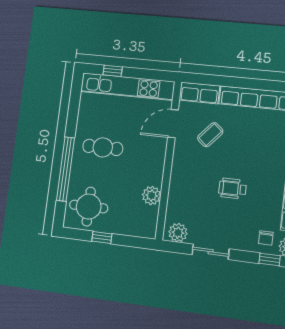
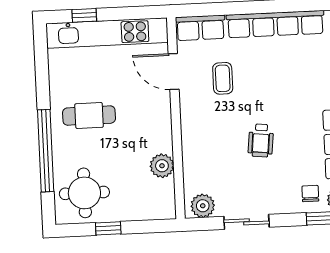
door: (173, 124) -> (174, 72), hinge flipped
coffee table: (210, 135) -> (223, 78), turned -41
wheelchair: (232, 189) -> (261, 141), turned -84
chair: (266, 238) -> (310, 194), turned 180

